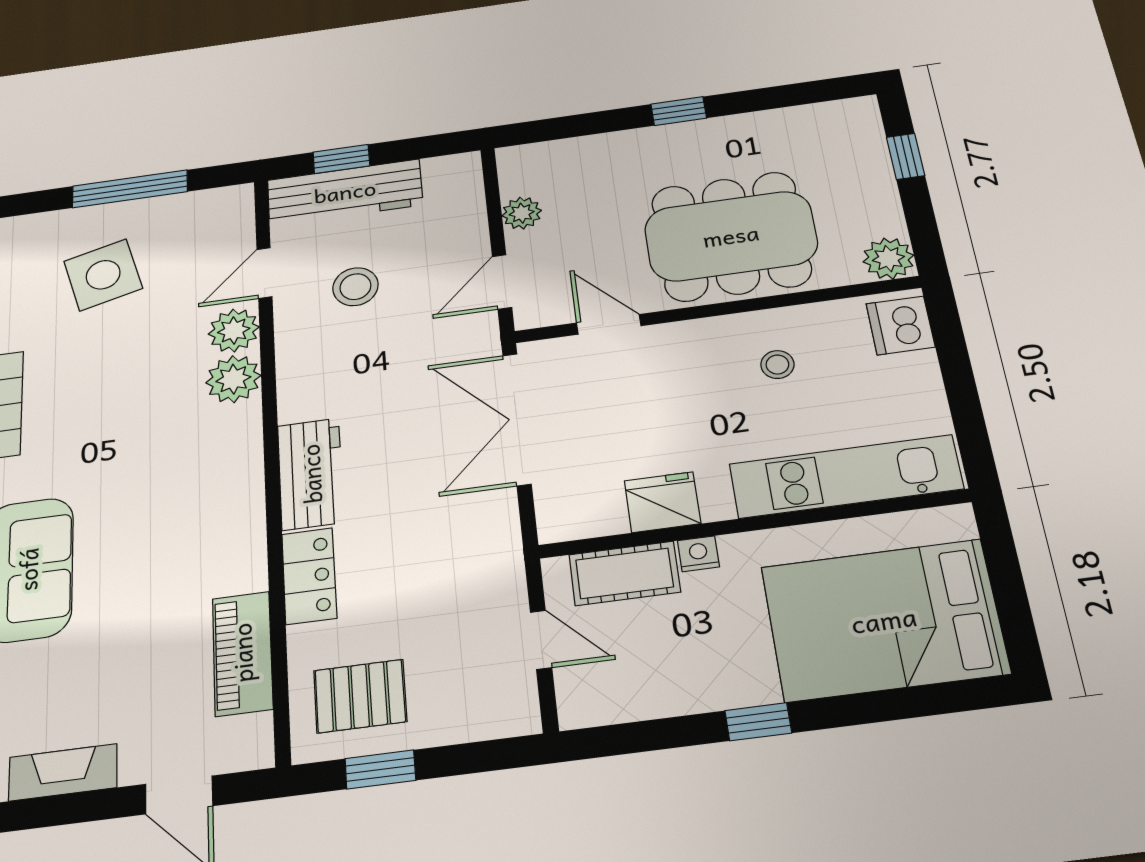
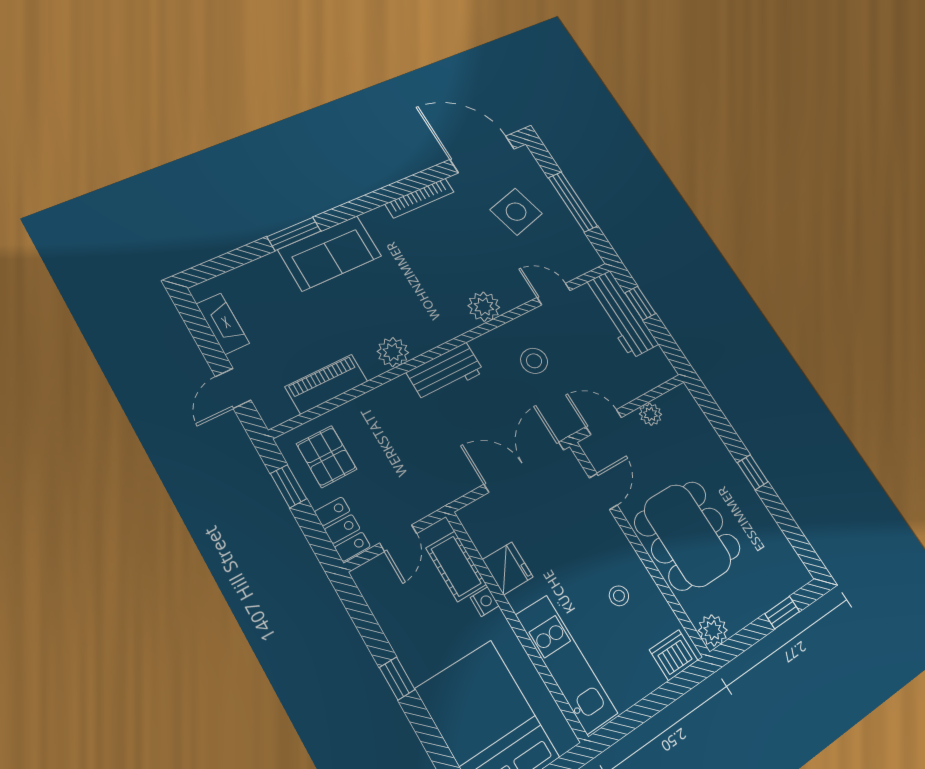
stool: (355, 287) -> (534, 361), moved
plant: (234, 330) -> (393, 352), moved
locker: (309, 576) -> (342, 529), moved, turned -90

